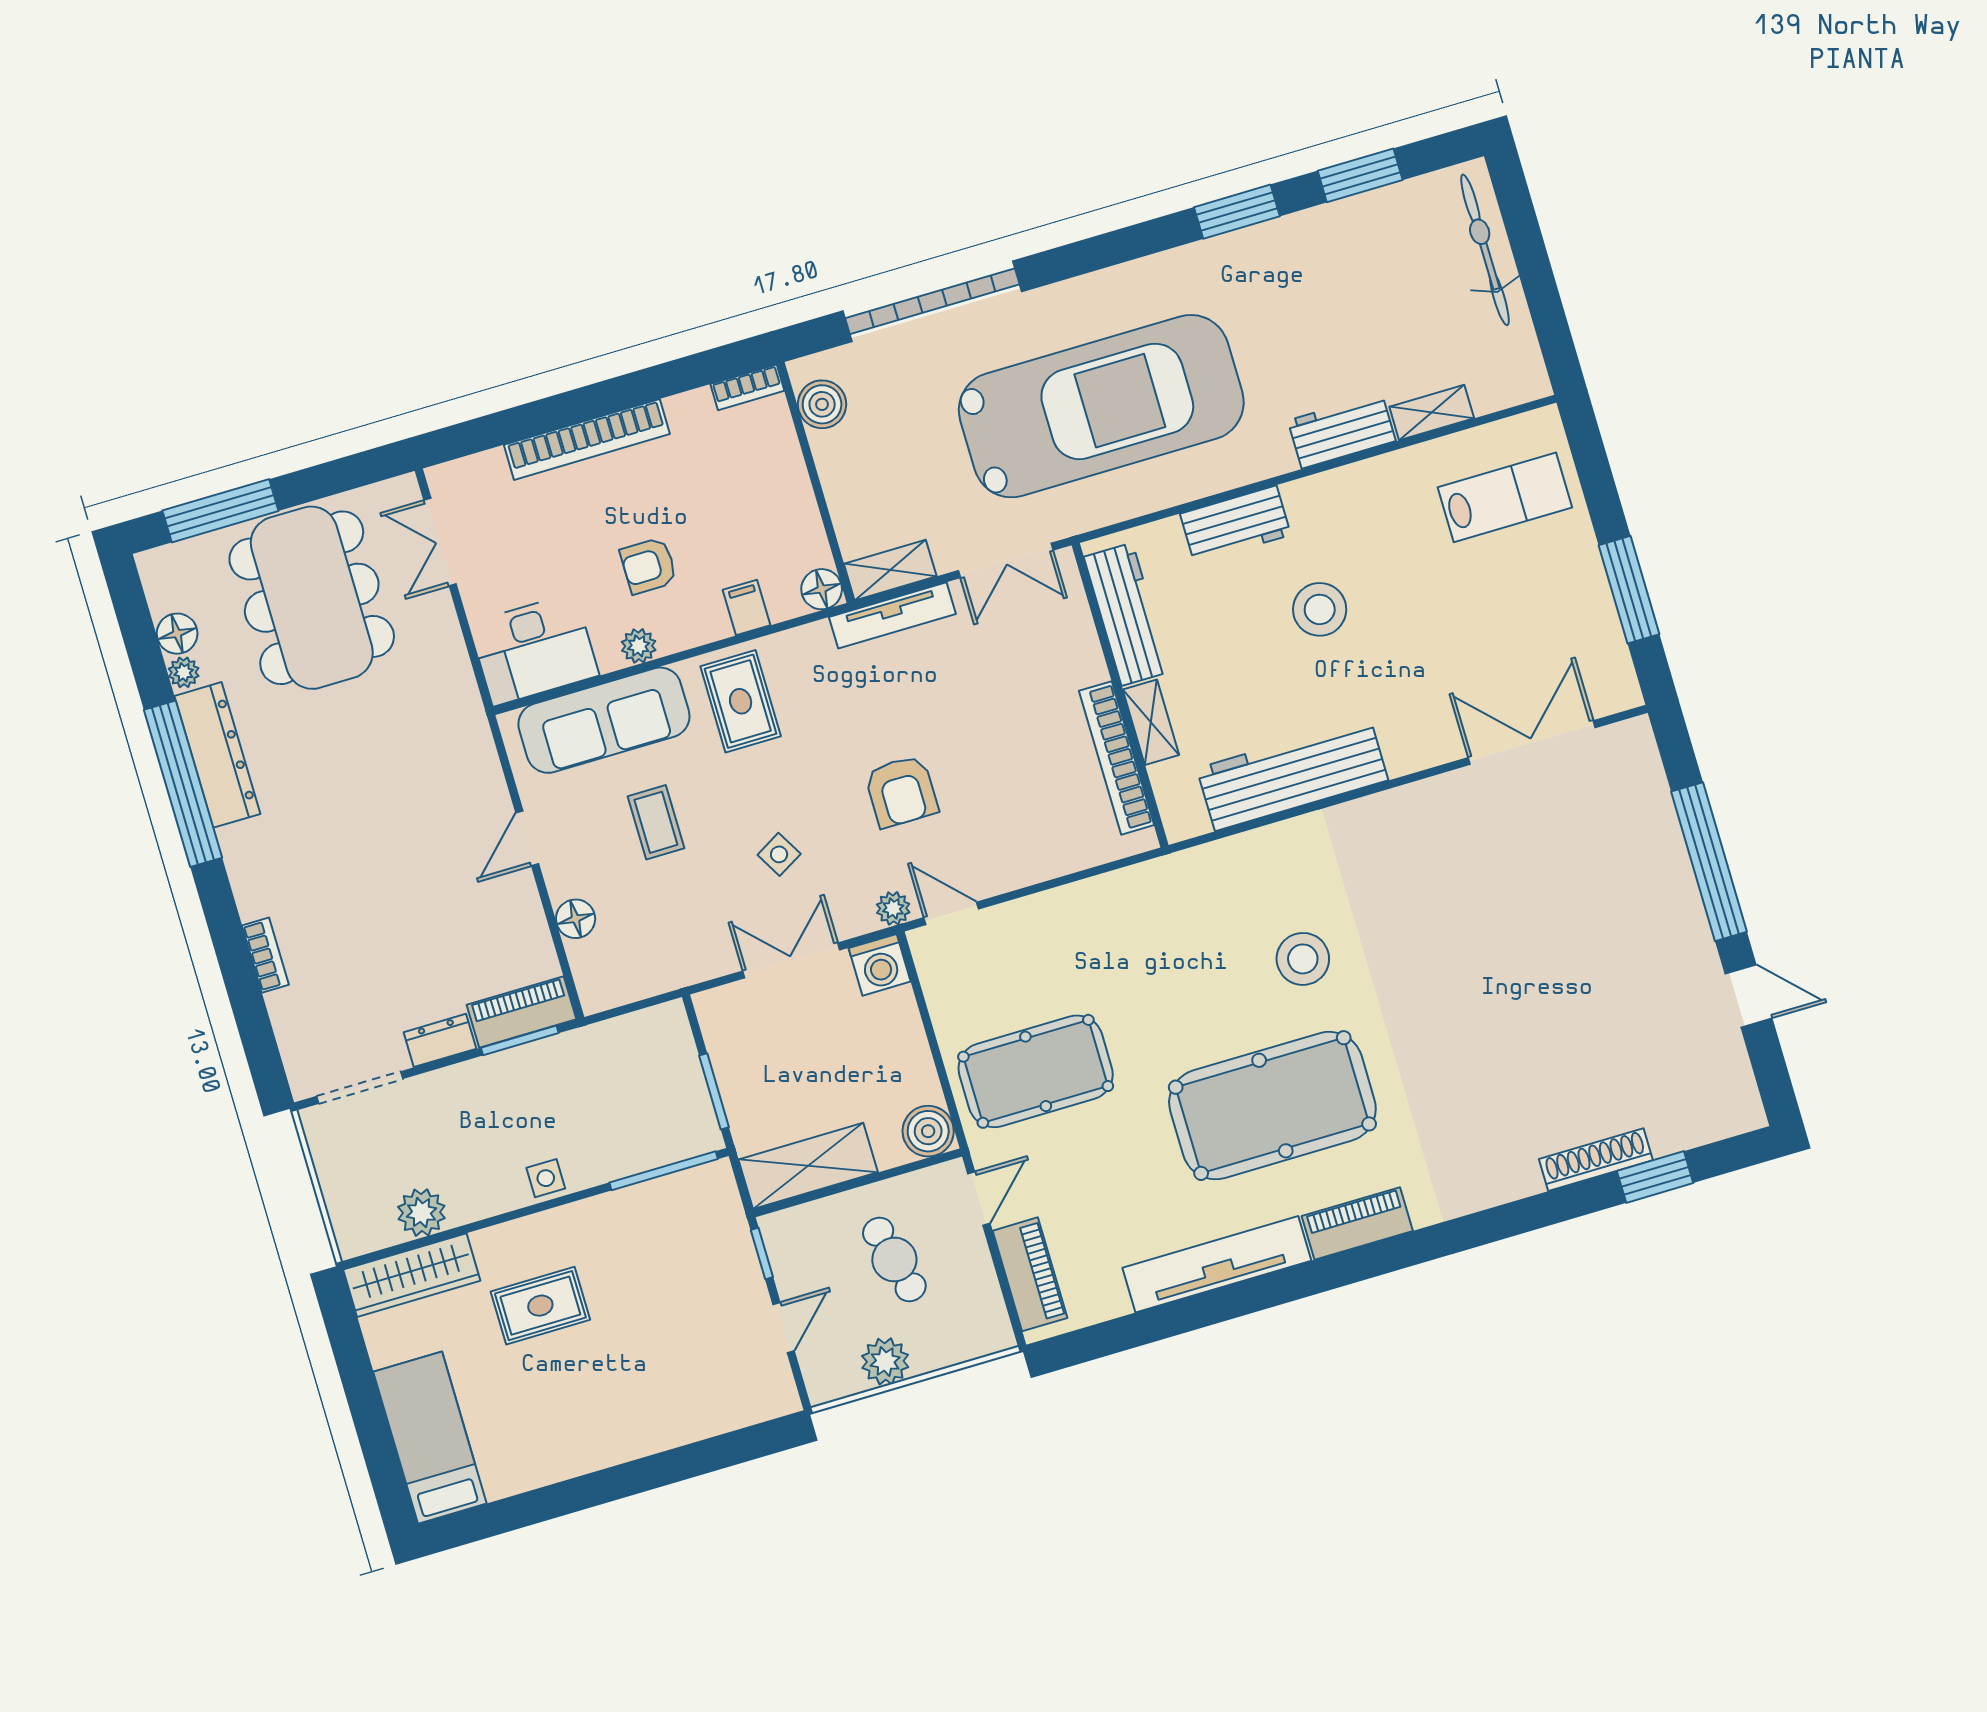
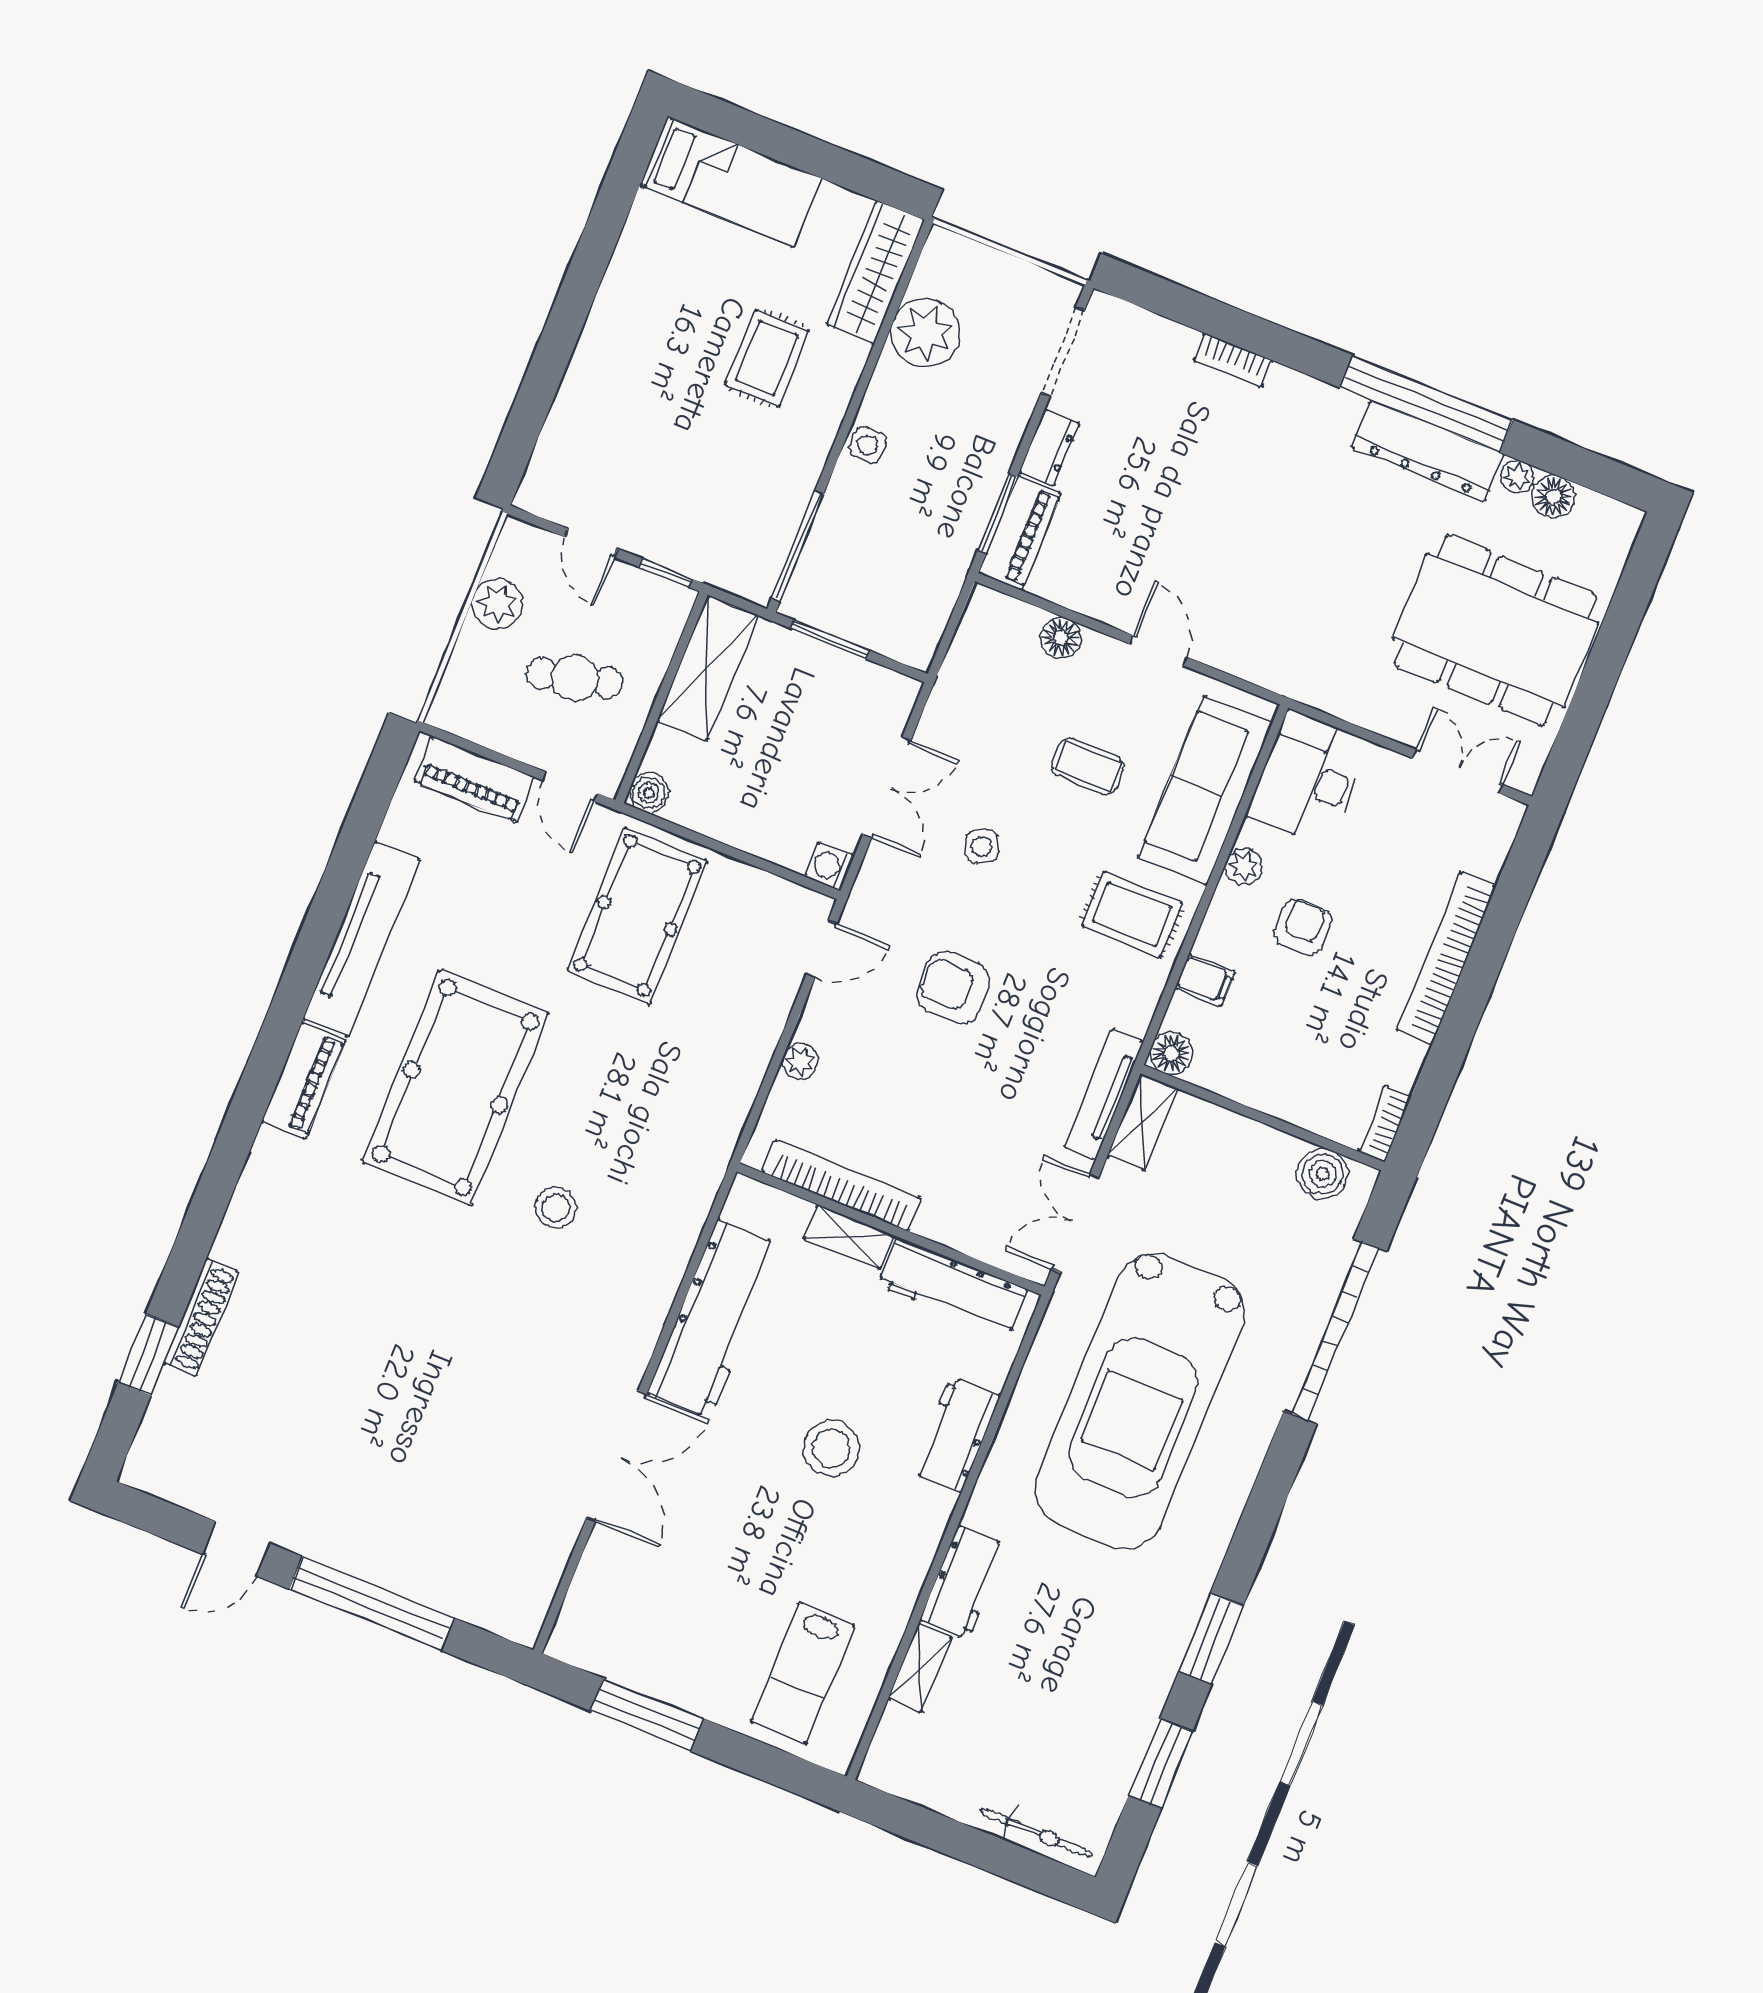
bicycle: (1485, 250) -> (1036, 1833), width x0.73, depth x0.71
window: (220, 511) -> (1626, 612), removed
double door: (1532, 743) -> (617, 1456), moved
plant: (893, 908) -> (800, 1061), moved
stool: (1303, 959) -> (556, 1208), width x0.73, depth x0.73
washing machine: (880, 965) -> (830, 866), width x0.73, depth x0.73
boiler: (928, 1131) -> (649, 793), width x0.73, depth x0.73
plant: (421, 1213) -> (925, 333), width x1.36, depth x1.36

